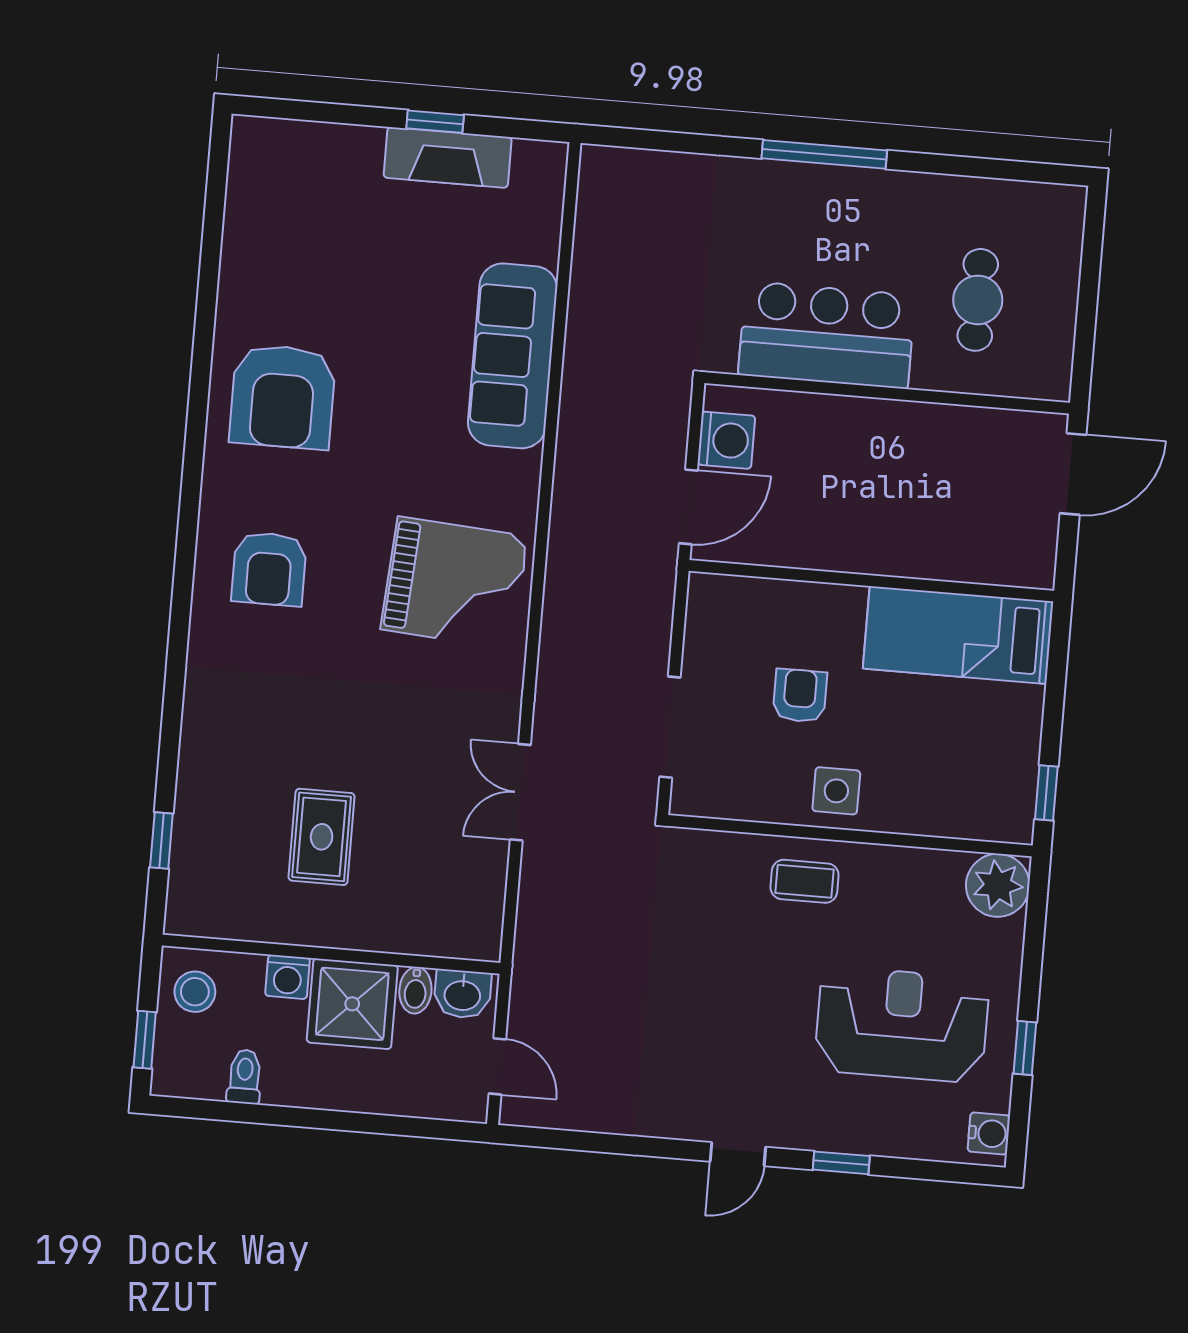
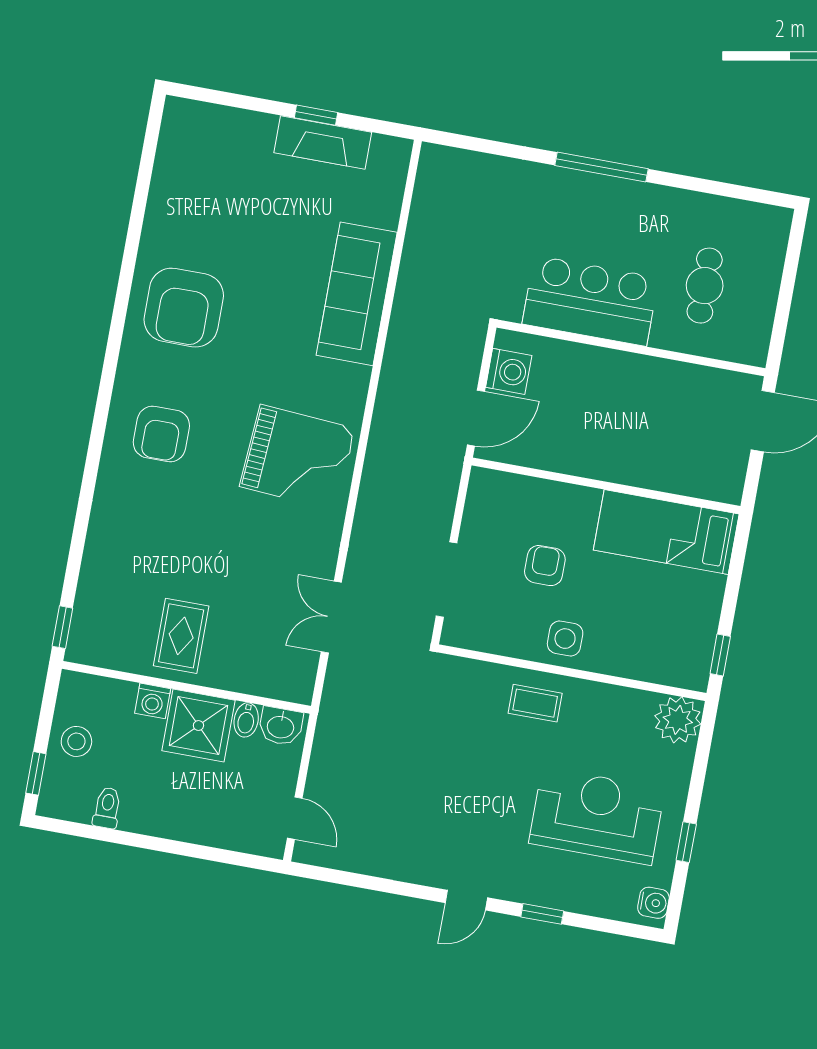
wall: (331, 954) -> (186, 687), moved
washing machine: (288, 977) -> (153, 701), moved
bidet: (415, 990) -> (246, 720), moved
washbasin: (462, 994) -> (281, 726), moved
shower: (352, 1004) -> (198, 726), moved

